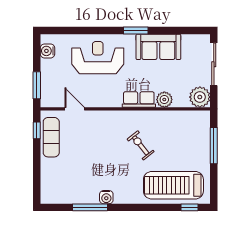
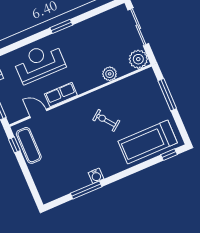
sofa: (158, 47) -> (86, 32), removed
row of seats: (139, 100) -> (61, 95), moved

